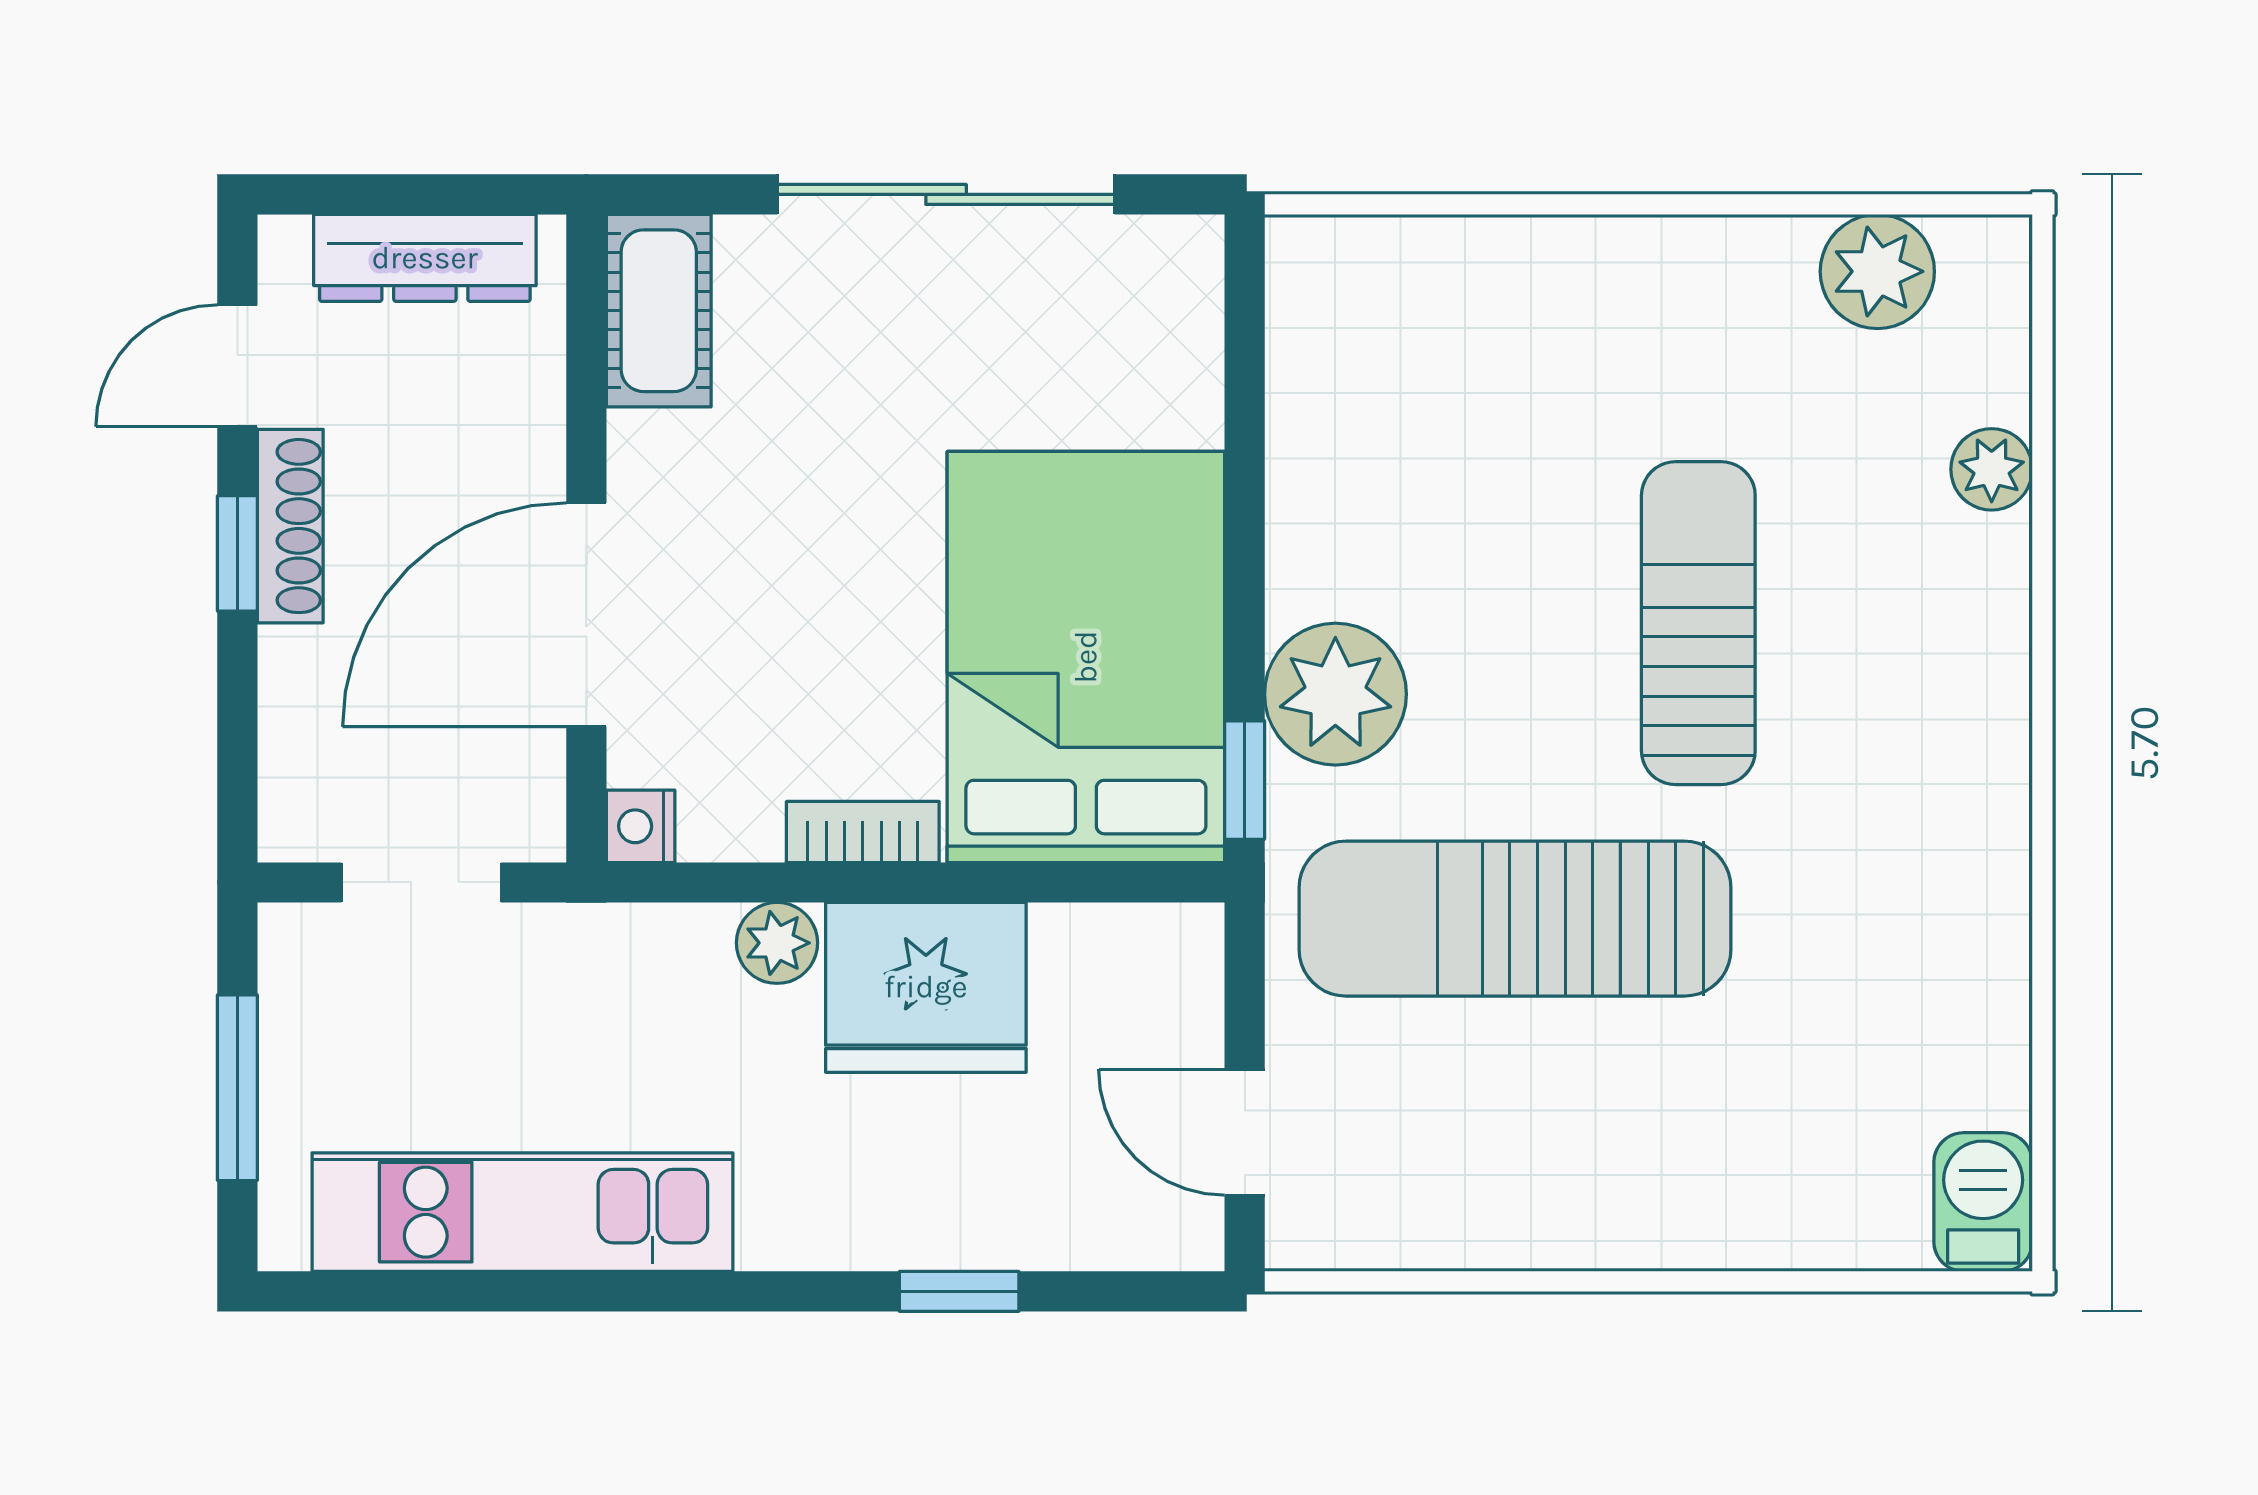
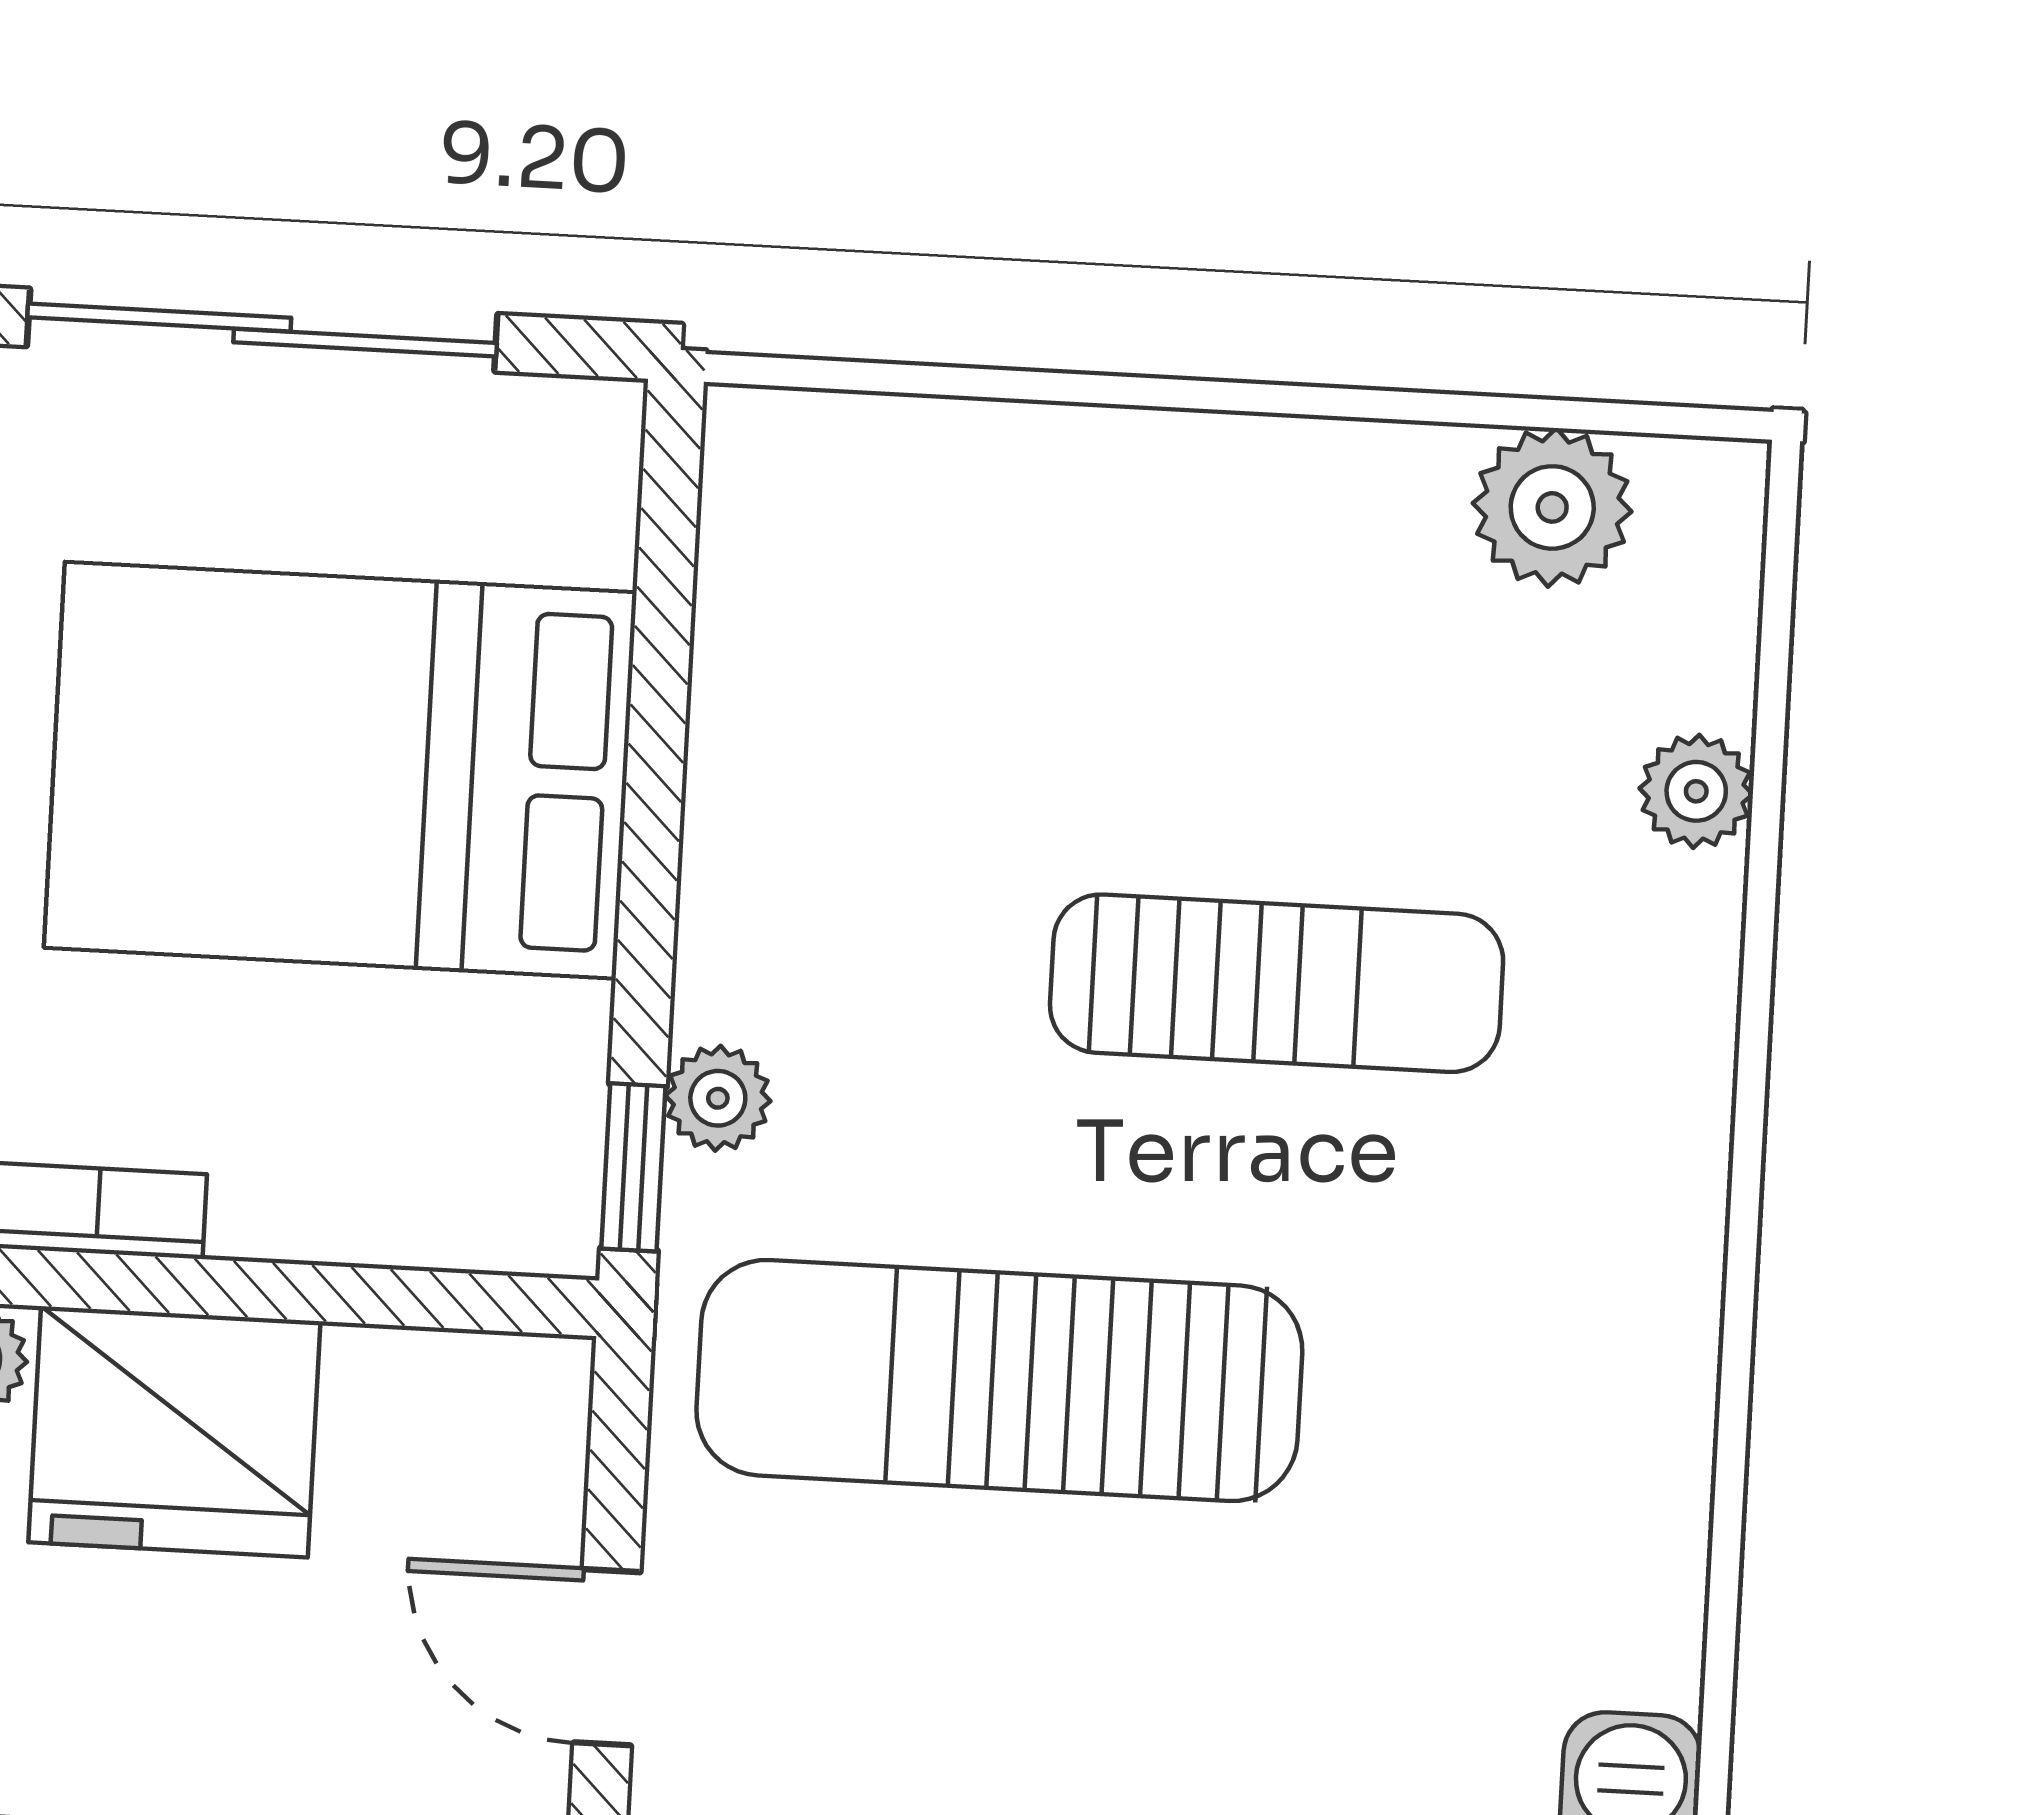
sun lounger: (1698, 623) -> (1277, 983), turned 90
bed: (1086, 657) -> (340, 770), moved, turned -90
plant: (1335, 694) -> (718, 1098), width x0.53, depth x0.53

